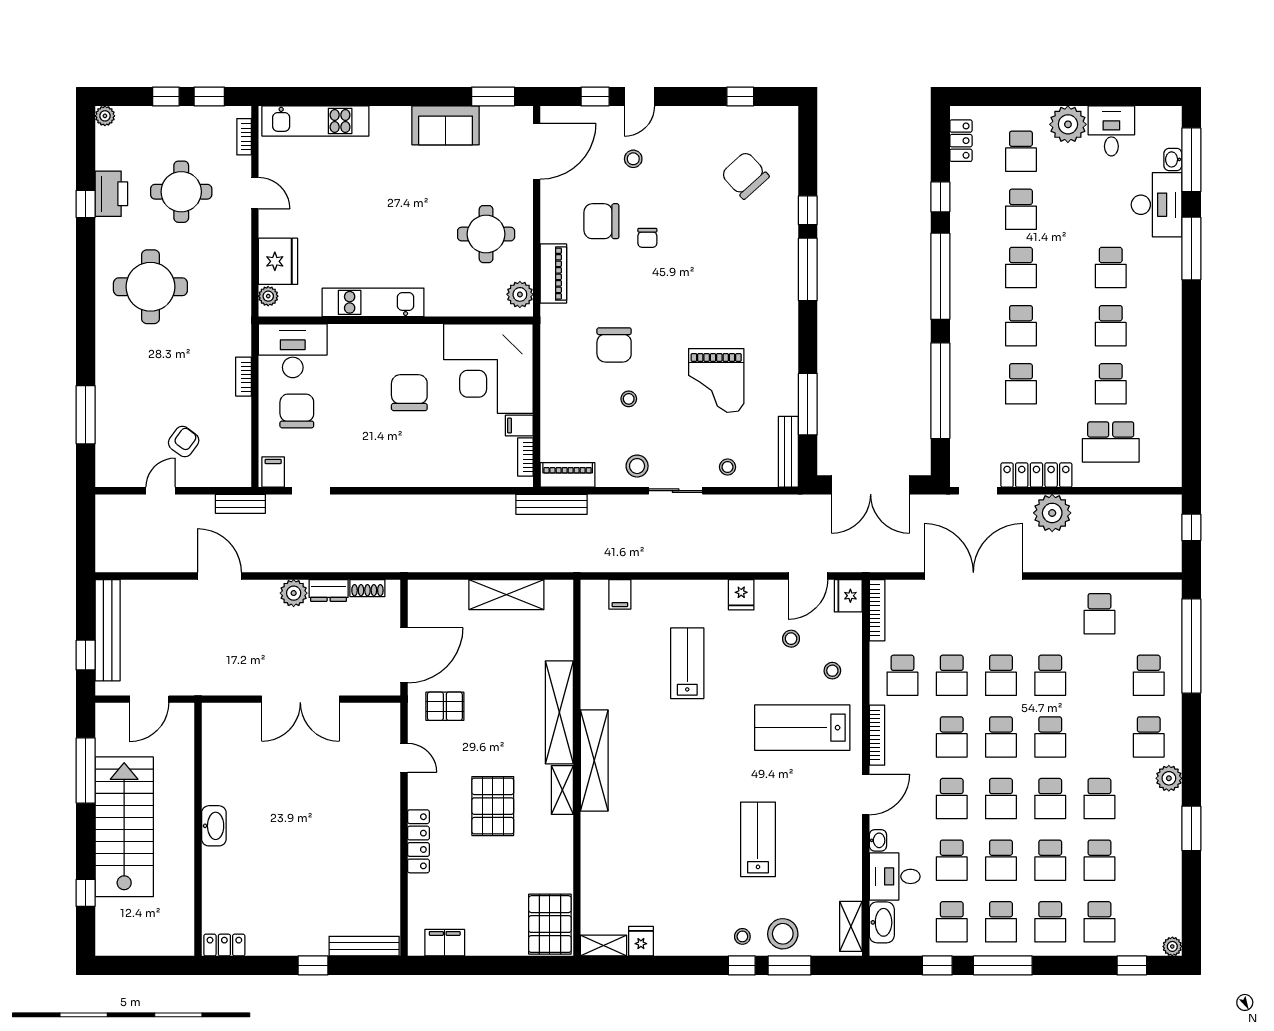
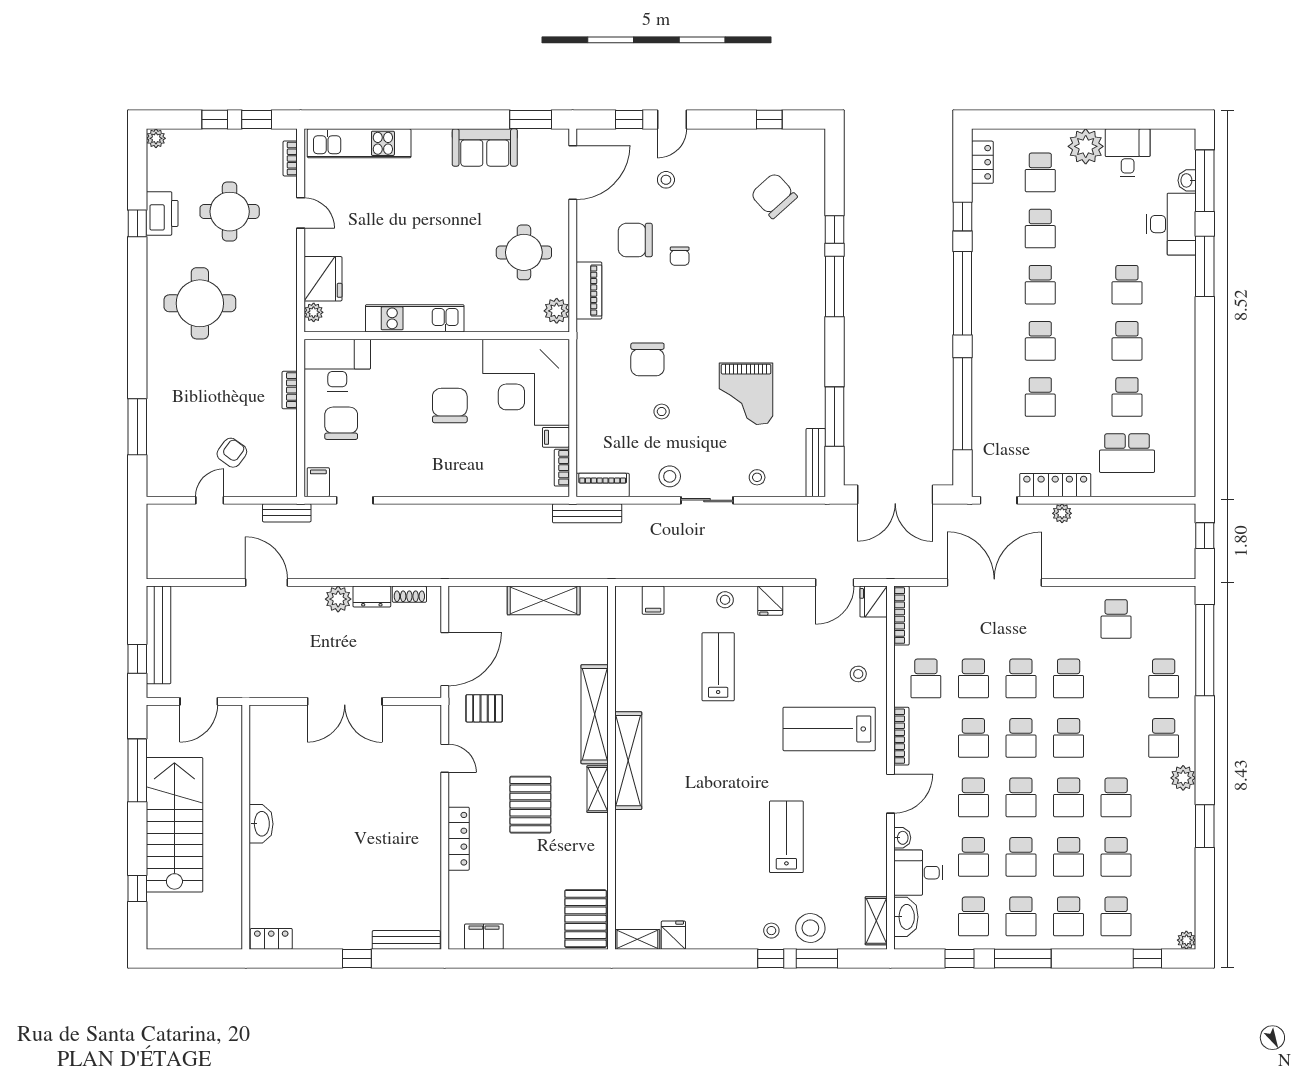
plant: (1052, 513) -> (1062, 513), width x0.53, depth x0.53
stool: (791, 639) -> (725, 600), moved

